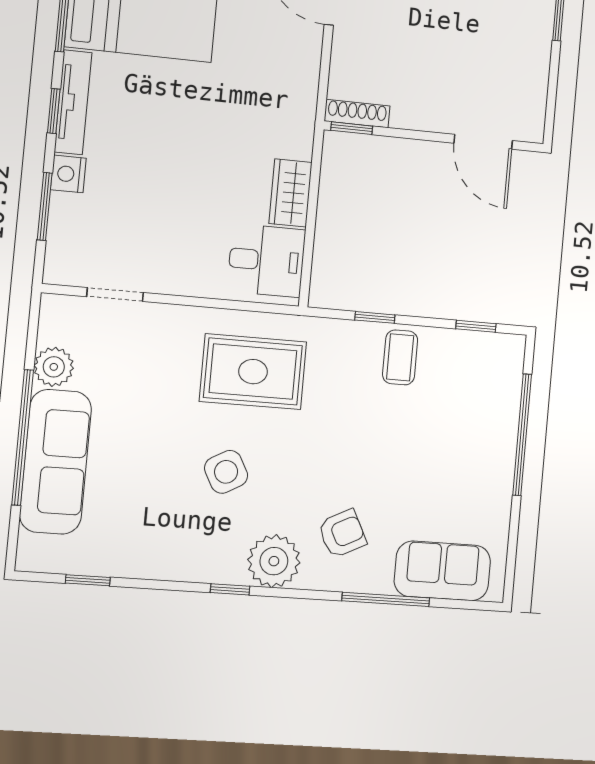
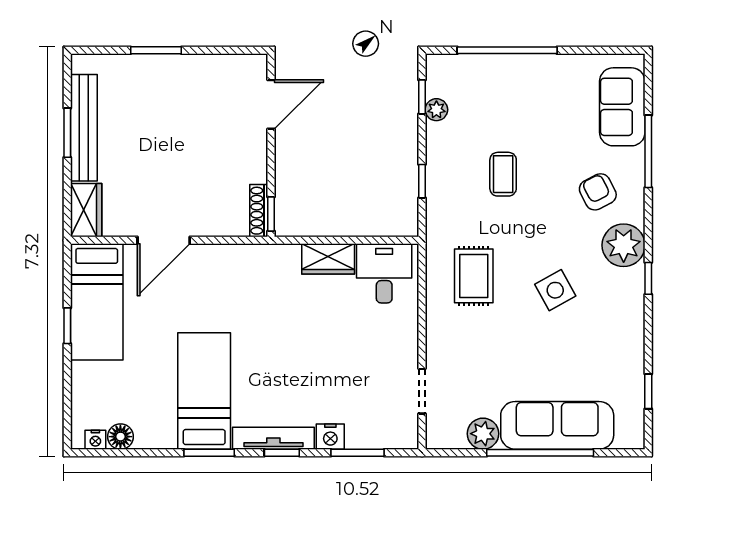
plant: (459, 343) -> (436, 110), added
coffee table: (400, 357) -> (503, 174), moved, turned 90
rug: (253, 372) -> (474, 276), width x0.73, depth x0.70

